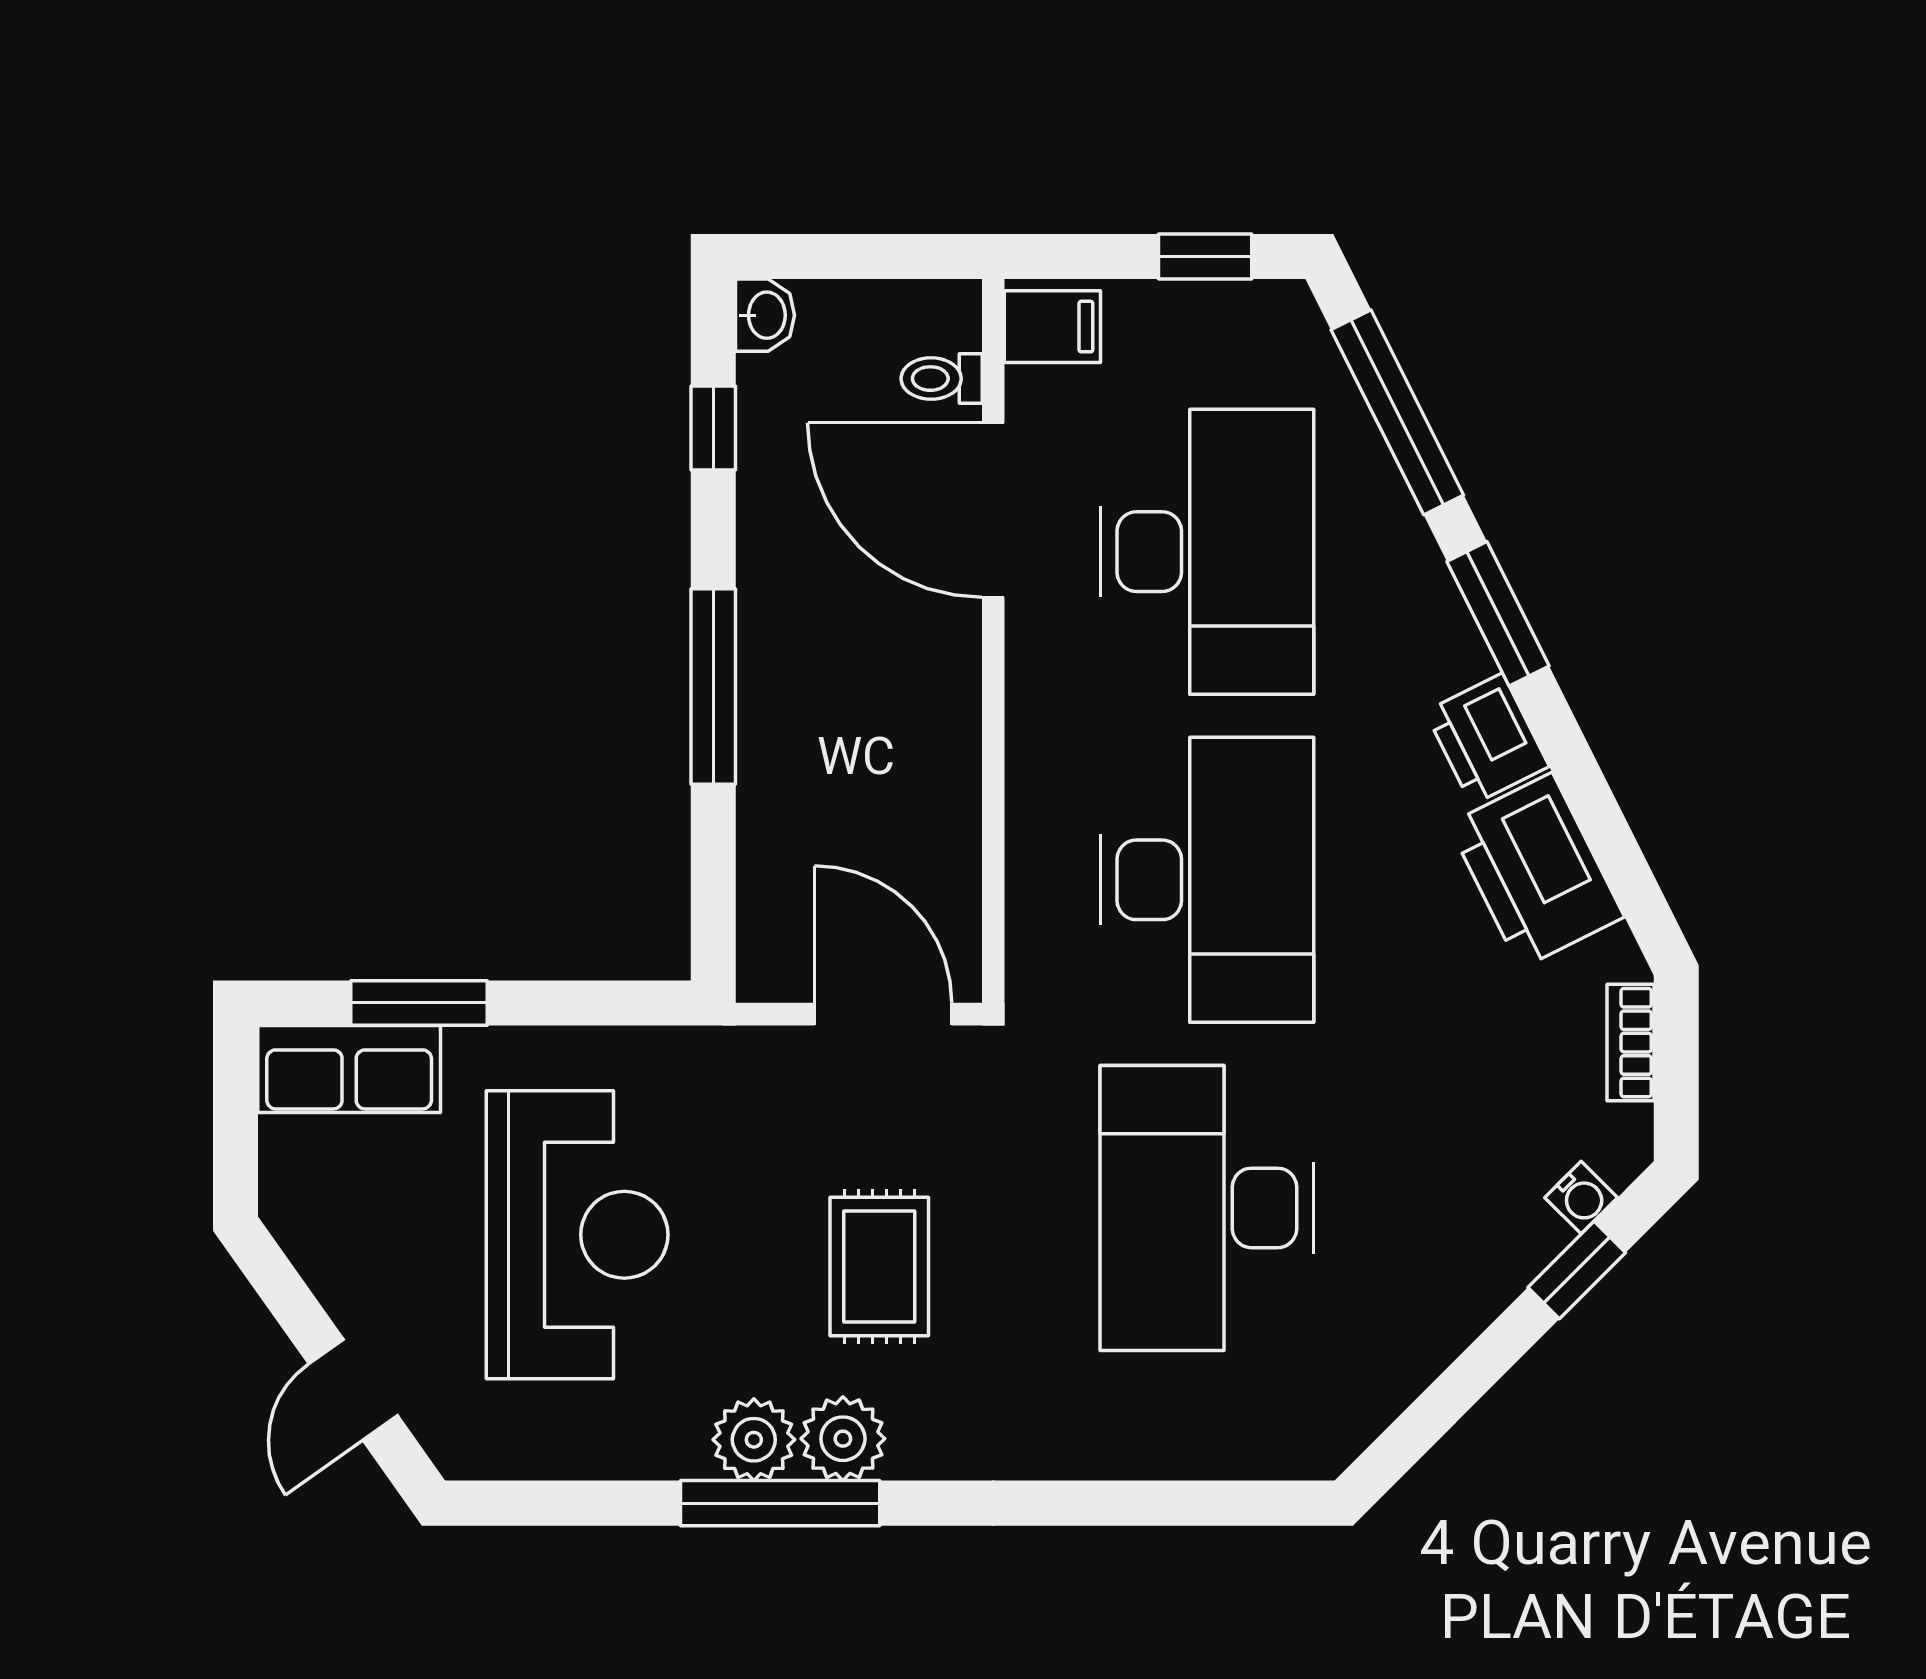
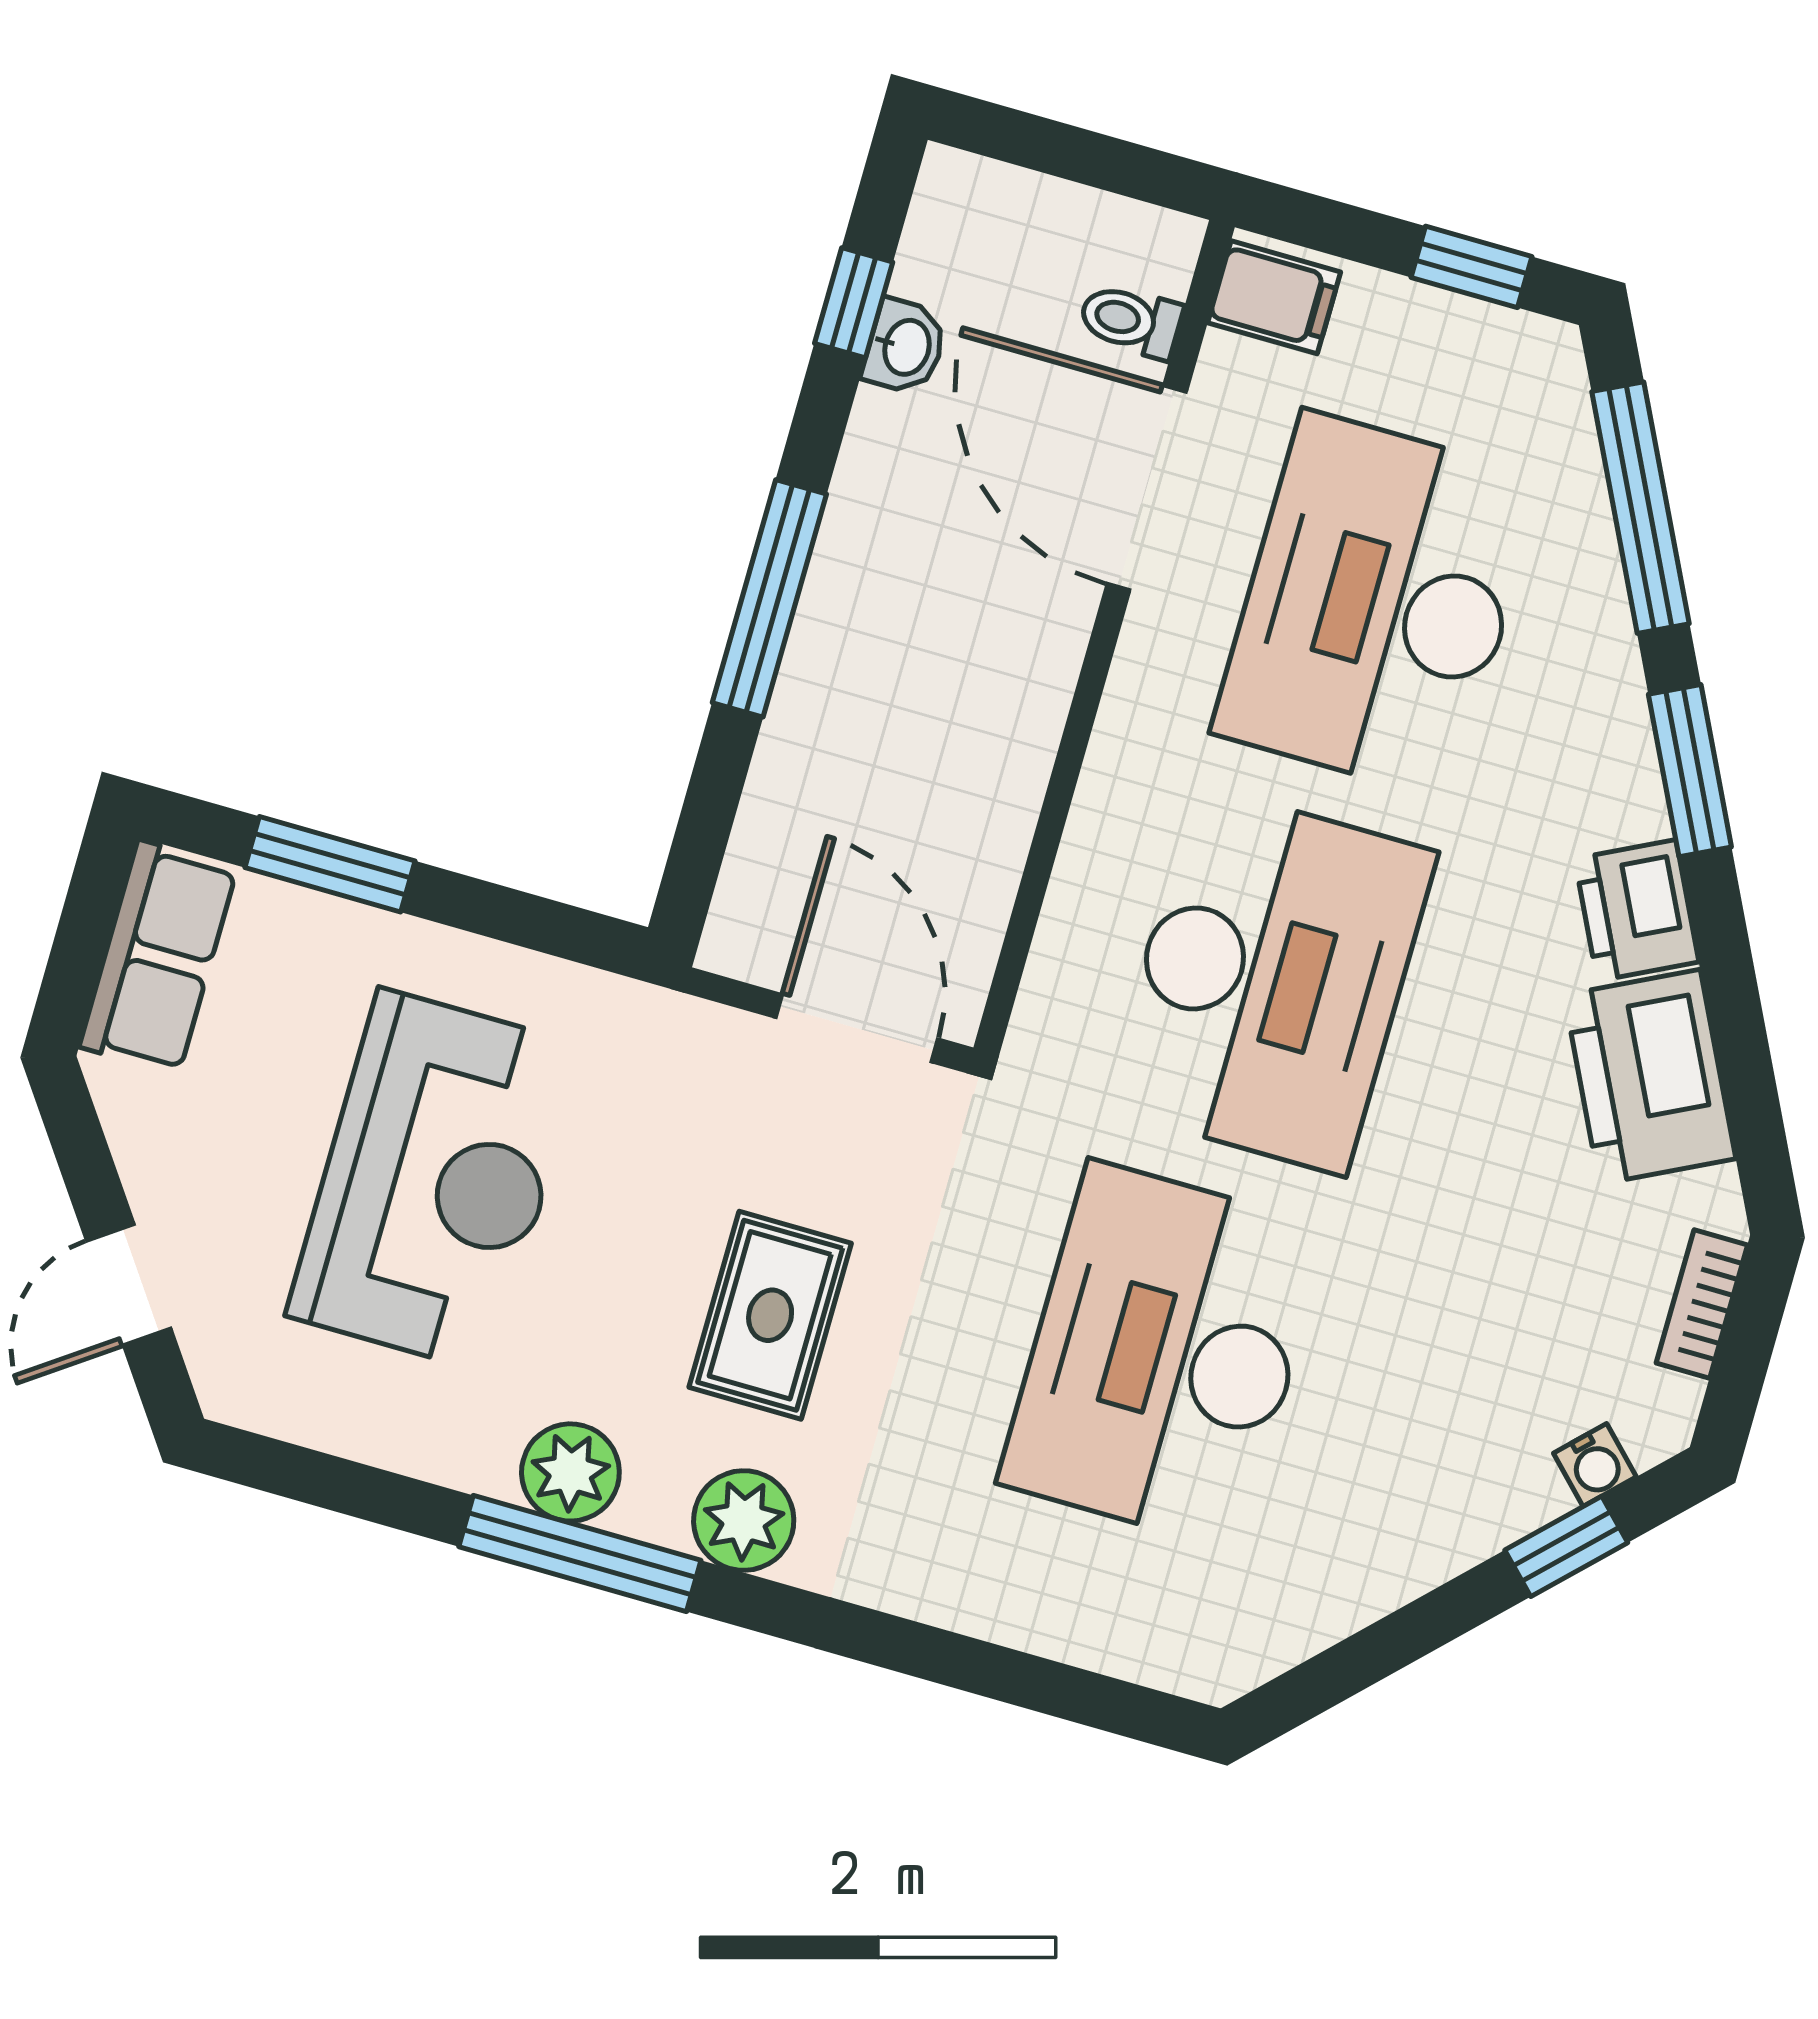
washbasin: (765, 315) -> (905, 347), moved
desk: (1207, 552) -> (1377, 605), turned 180
row of seats: (349, 1069) -> (158, 957), moved, turned -90
plant: (843, 1439) -> (744, 1520), moved

